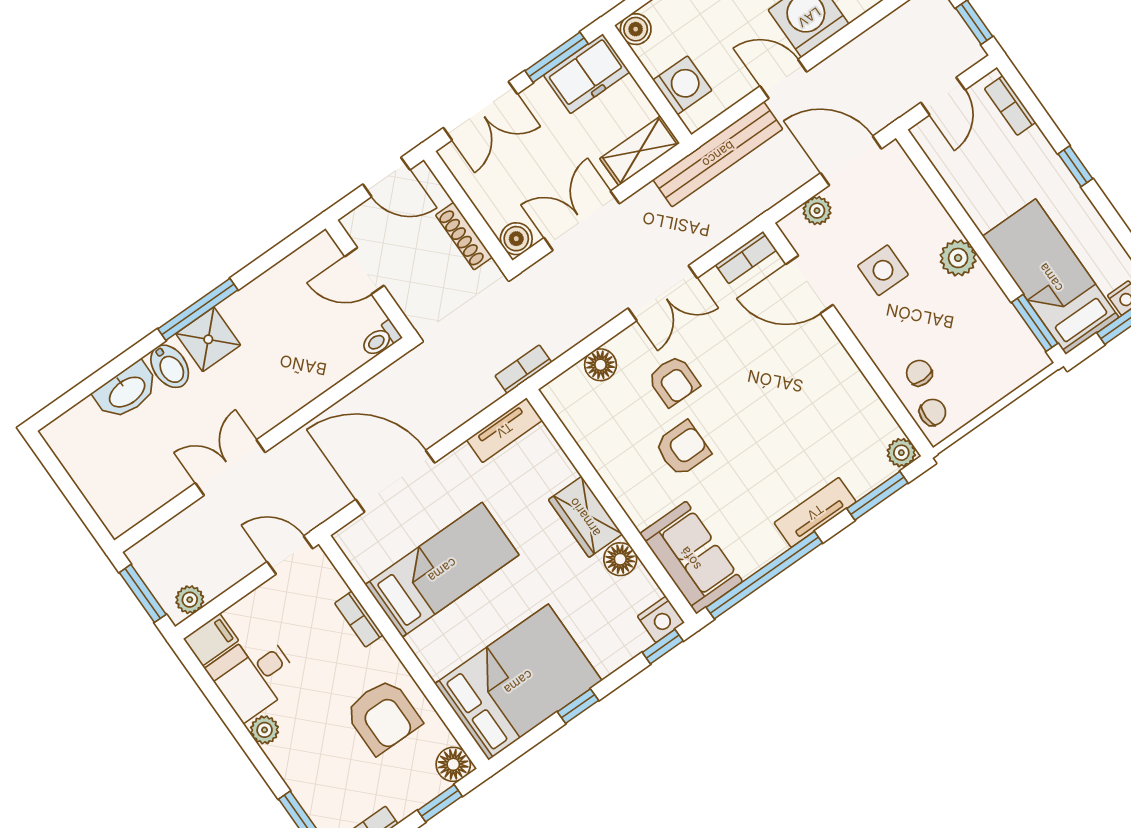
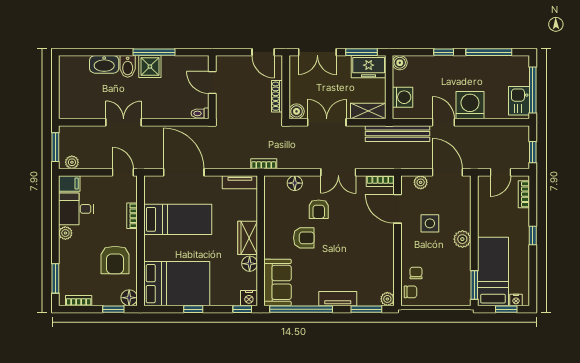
door: (364, 271) -> (212, 83), moved
wall: (370, 279) -> (212, 87), moved
toilet: (381, 339) -> (200, 113), moved

